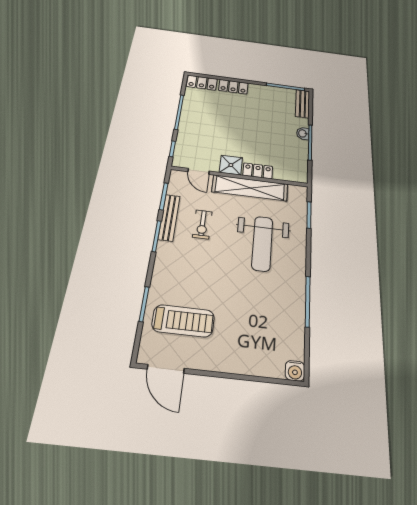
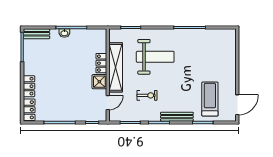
bench: (169, 218) -> (177, 117), moved
water cooler: (295, 371) -> (231, 34), removed

